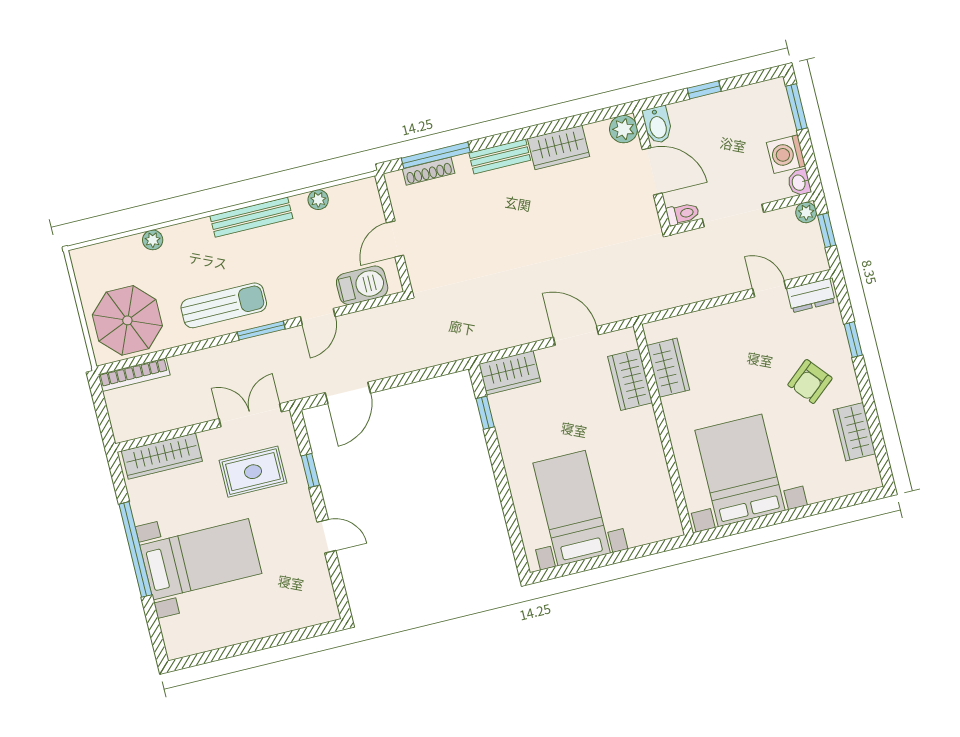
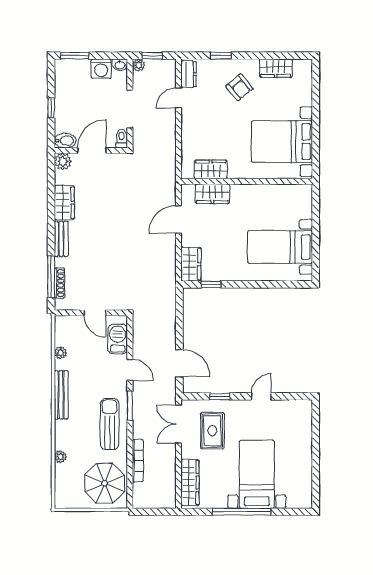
bookcase: (134, 375) -> (138, 461), moved

